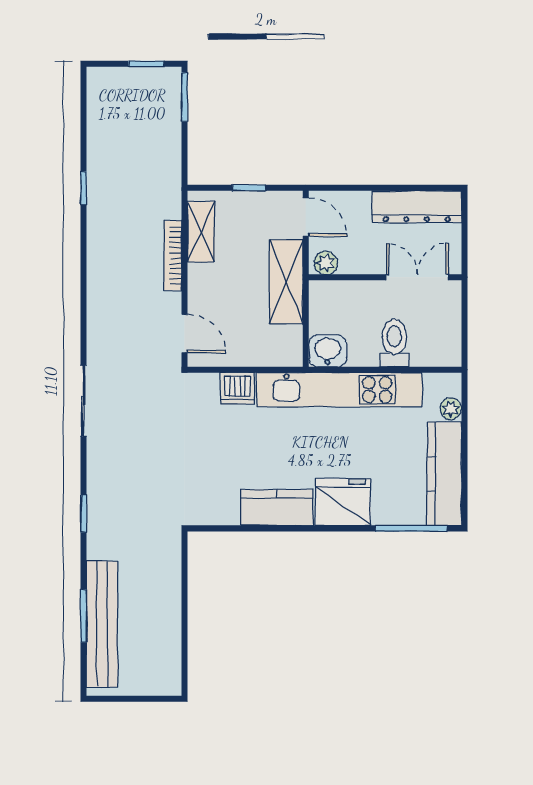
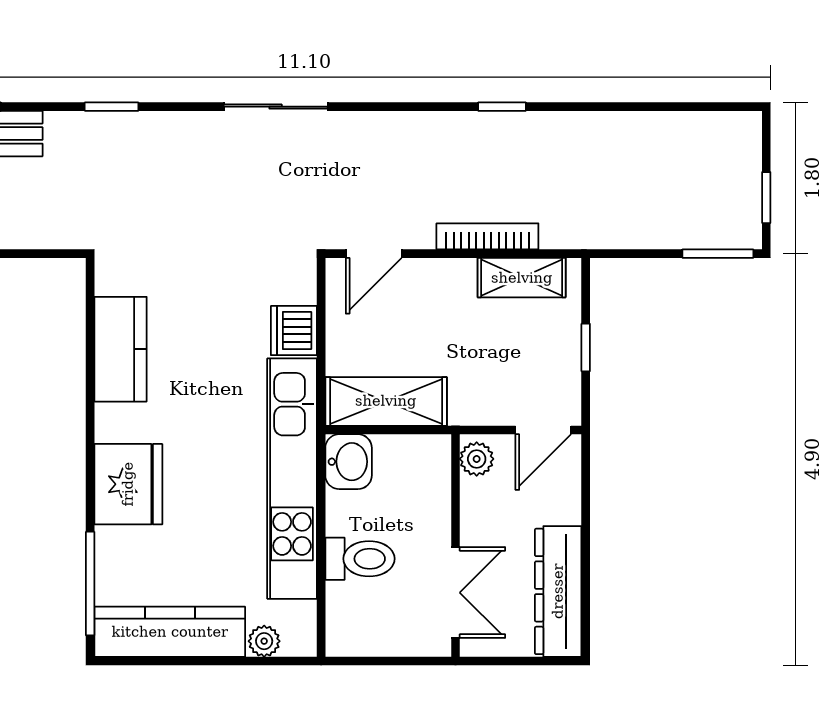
window: (84, 188) -> (502, 107), moved
shelving: (286, 282) -> (386, 401), moved
kitchen counter: (277, 507) -> (120, 349), moved

